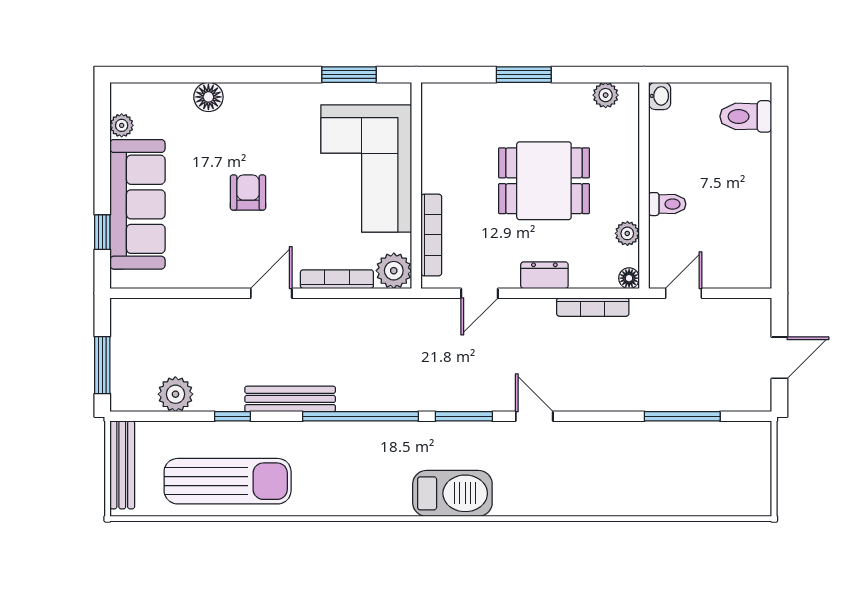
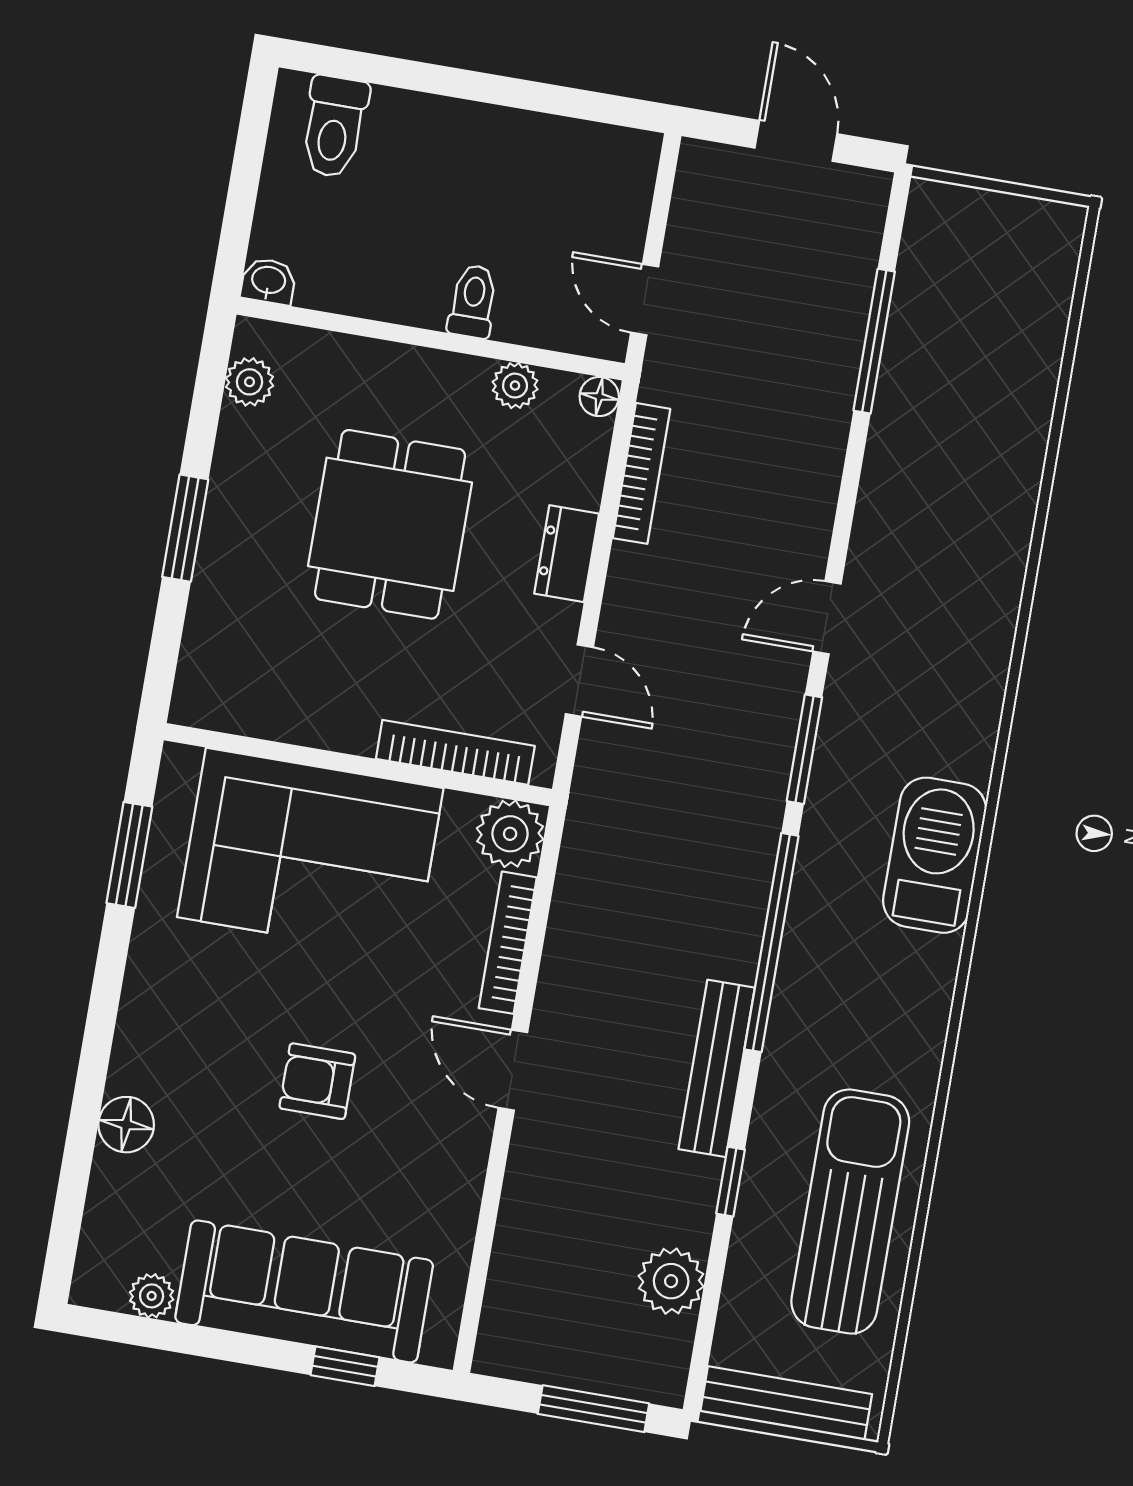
barbecue: (452, 493) -> (935, 855), moved

